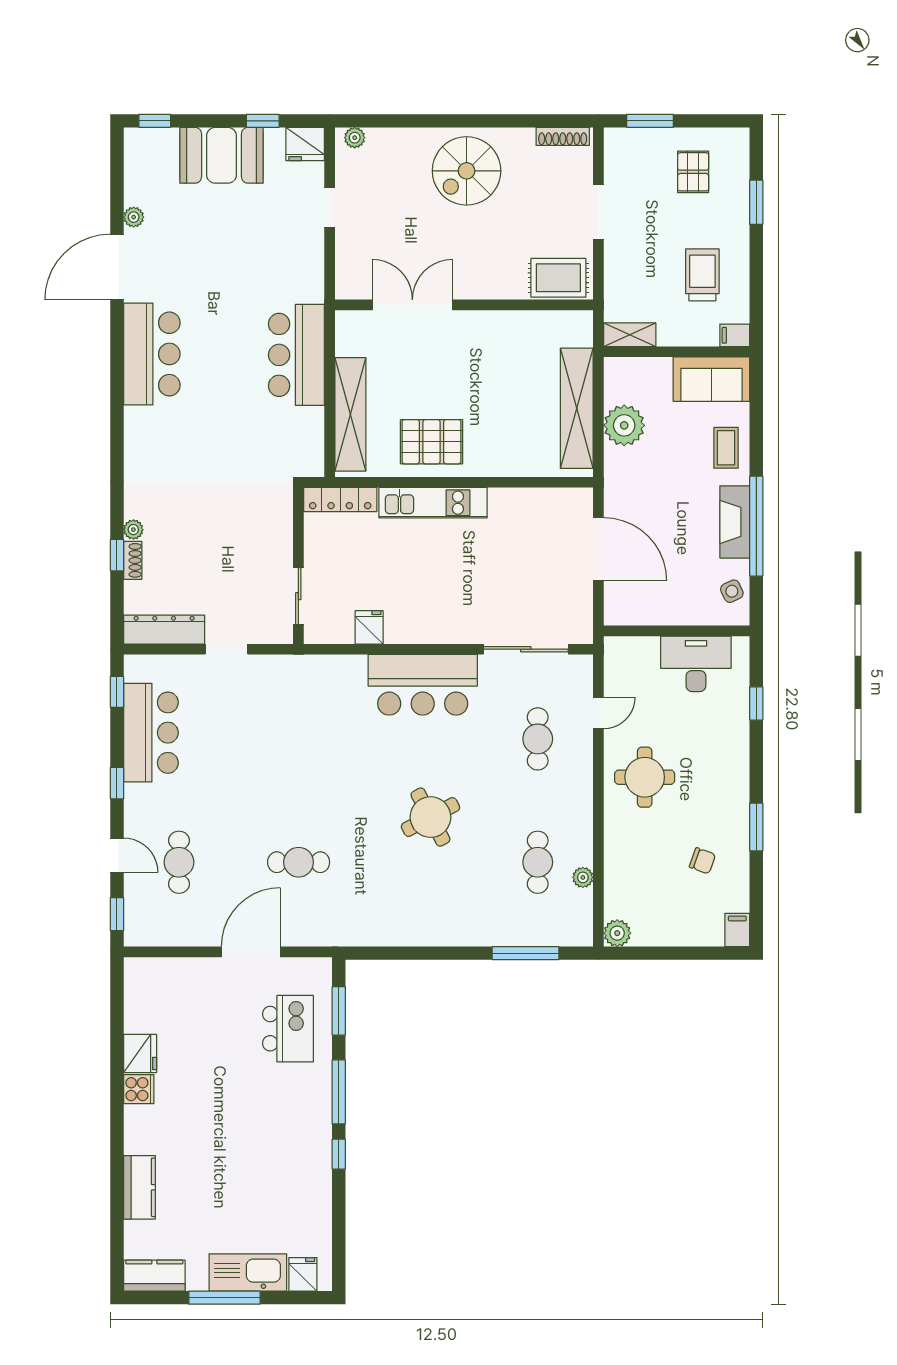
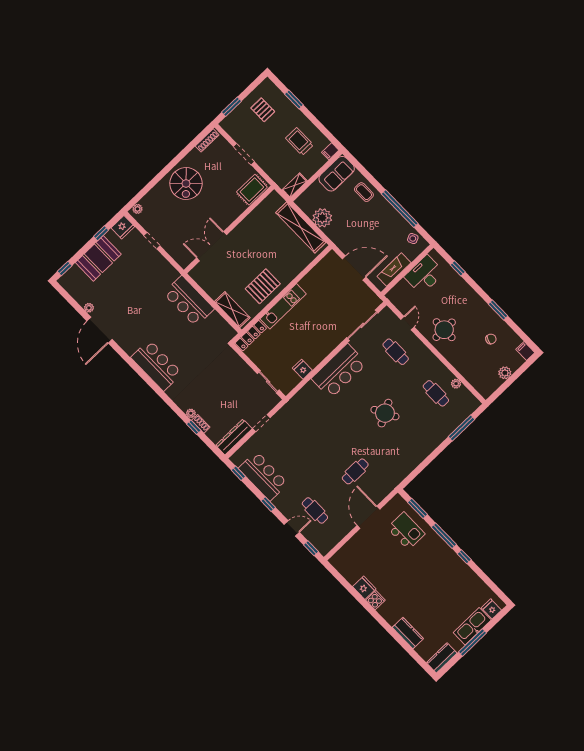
bar counter: (152, 354) -> (156, 365), moved
shelving: (350, 414) -> (232, 310), width x0.68
fireplace: (735, 522) -> (394, 270), moved, turned 90
plant: (617, 933) -> (505, 373), moved

